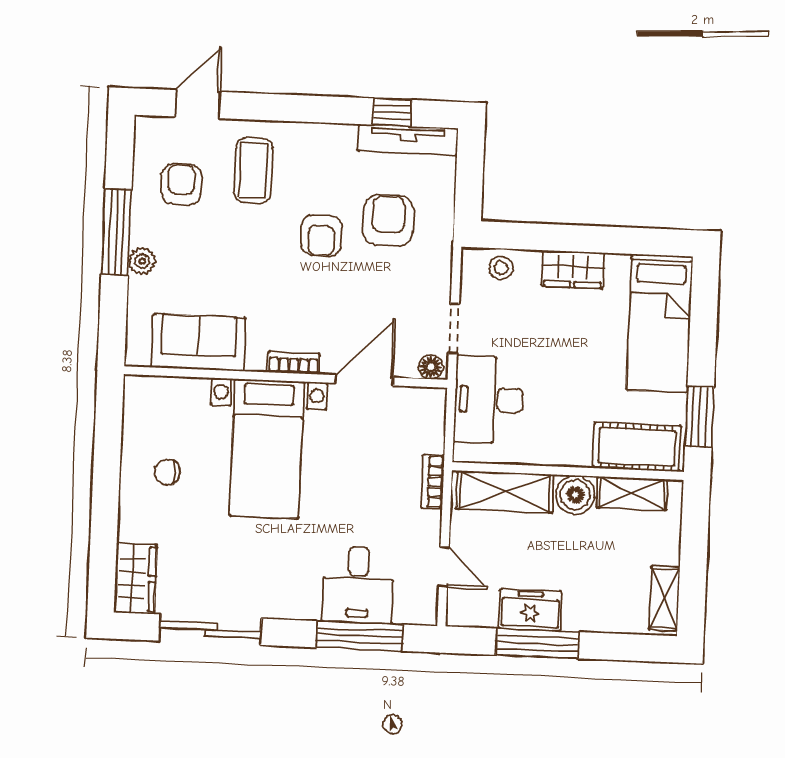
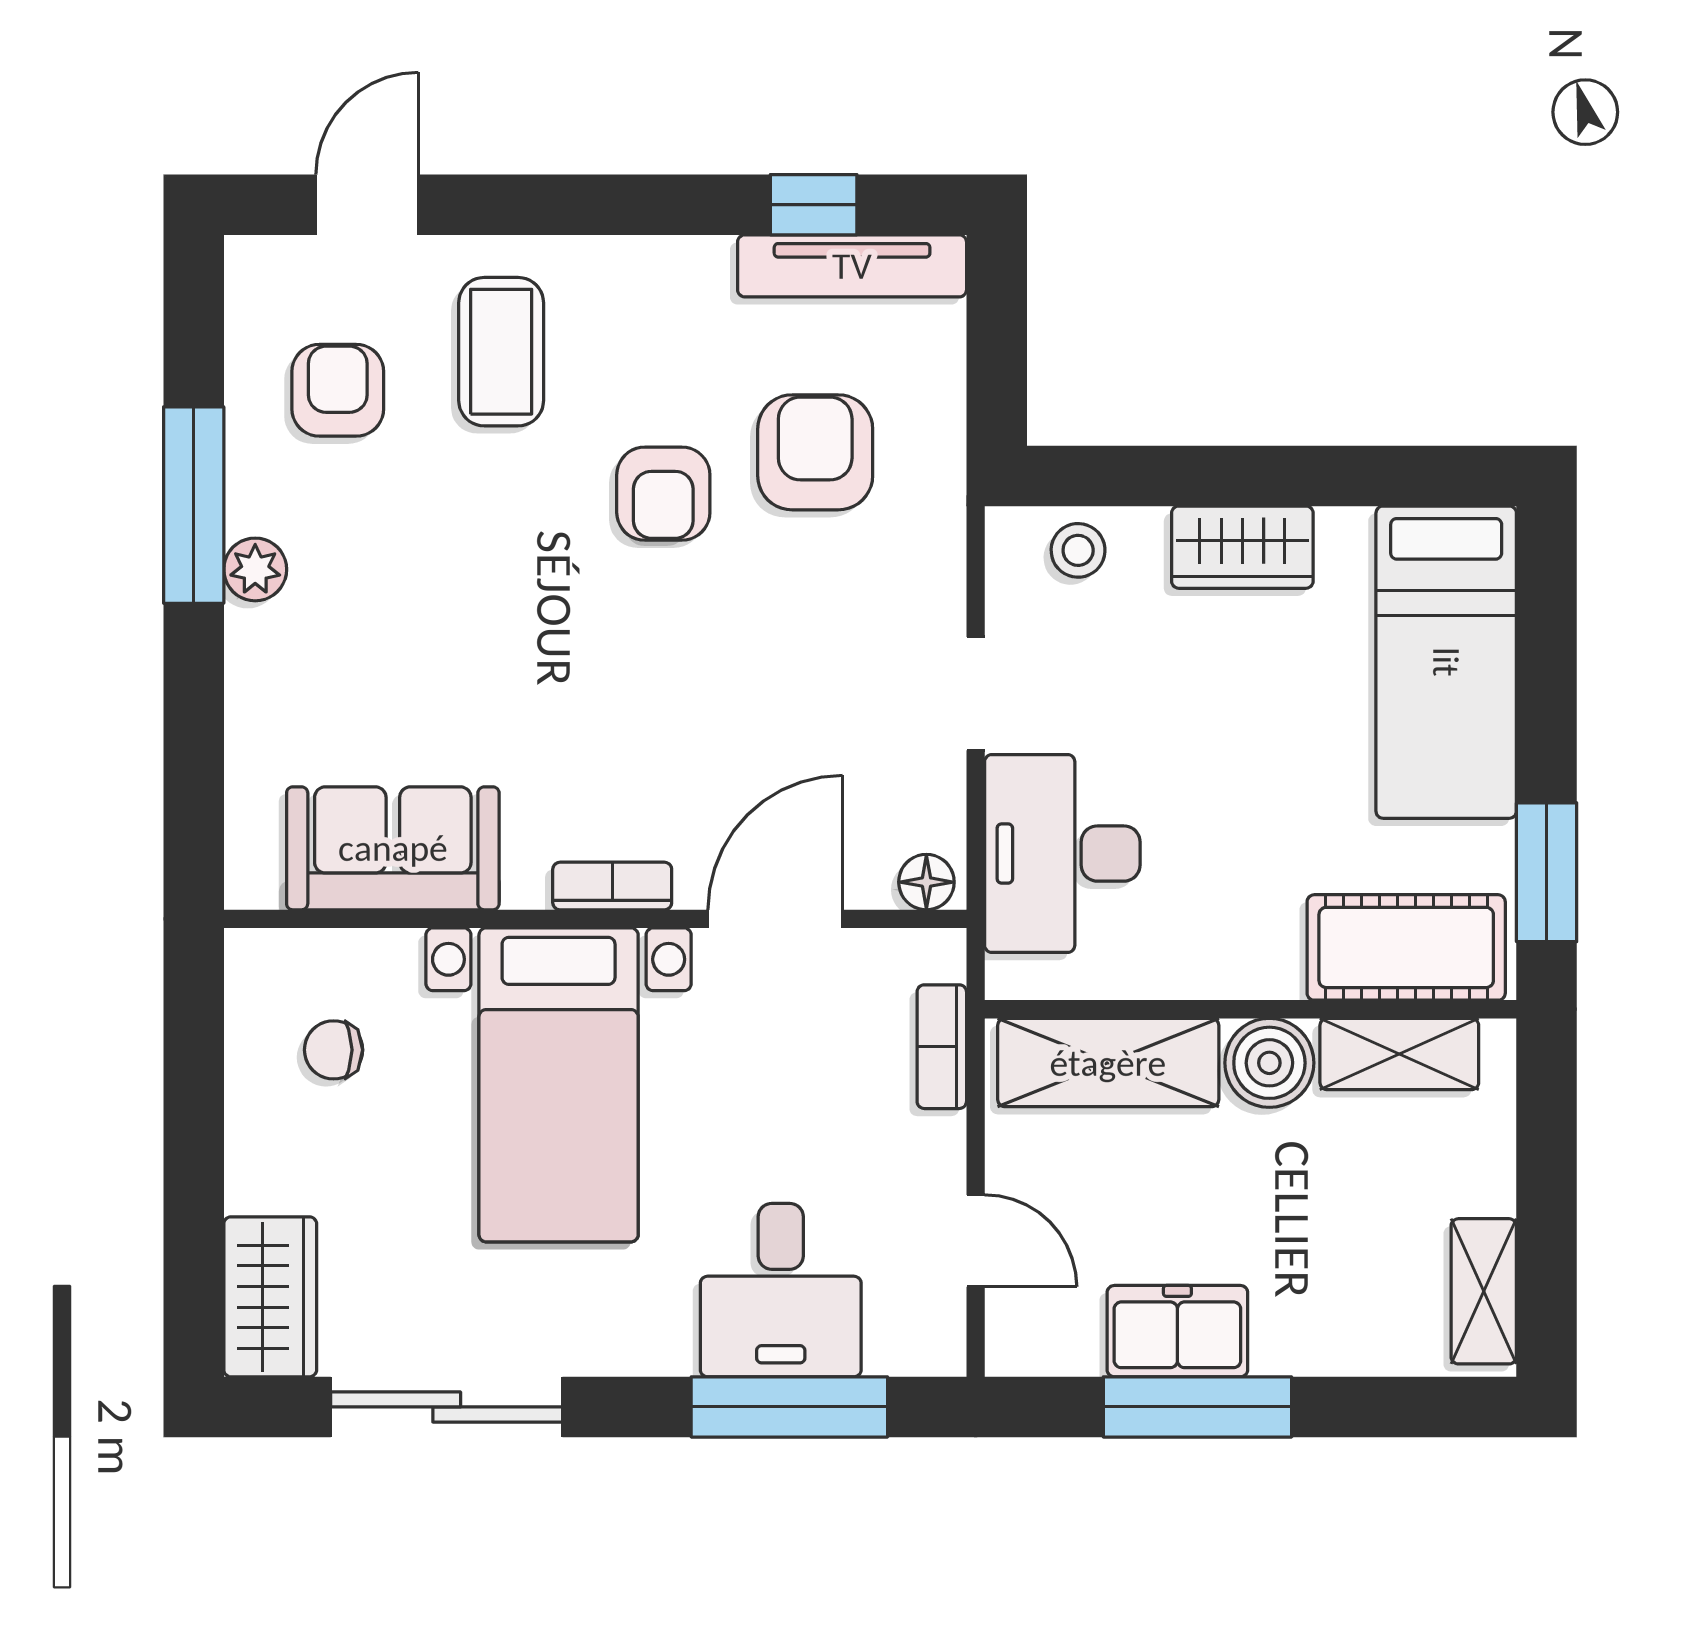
sofa: (199, 343) -> (393, 848), moved
bookcase: (294, 363) -> (612, 886), moved
floor lamp: (431, 367) -> (926, 882), moved
wall: (286, 377) -> (595, 919), moved
door: (364, 380) -> (775, 919), moved
bed with nightstands: (267, 449) -> (559, 1085), moved

